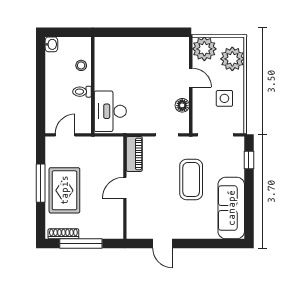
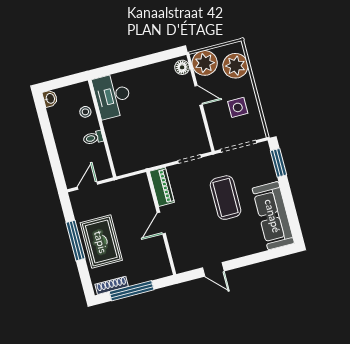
floor lamp: (182, 105) -> (182, 67), moved
desk: (110, 111) -> (112, 96), moved
window: (249, 160) -> (278, 163), width x1.50

